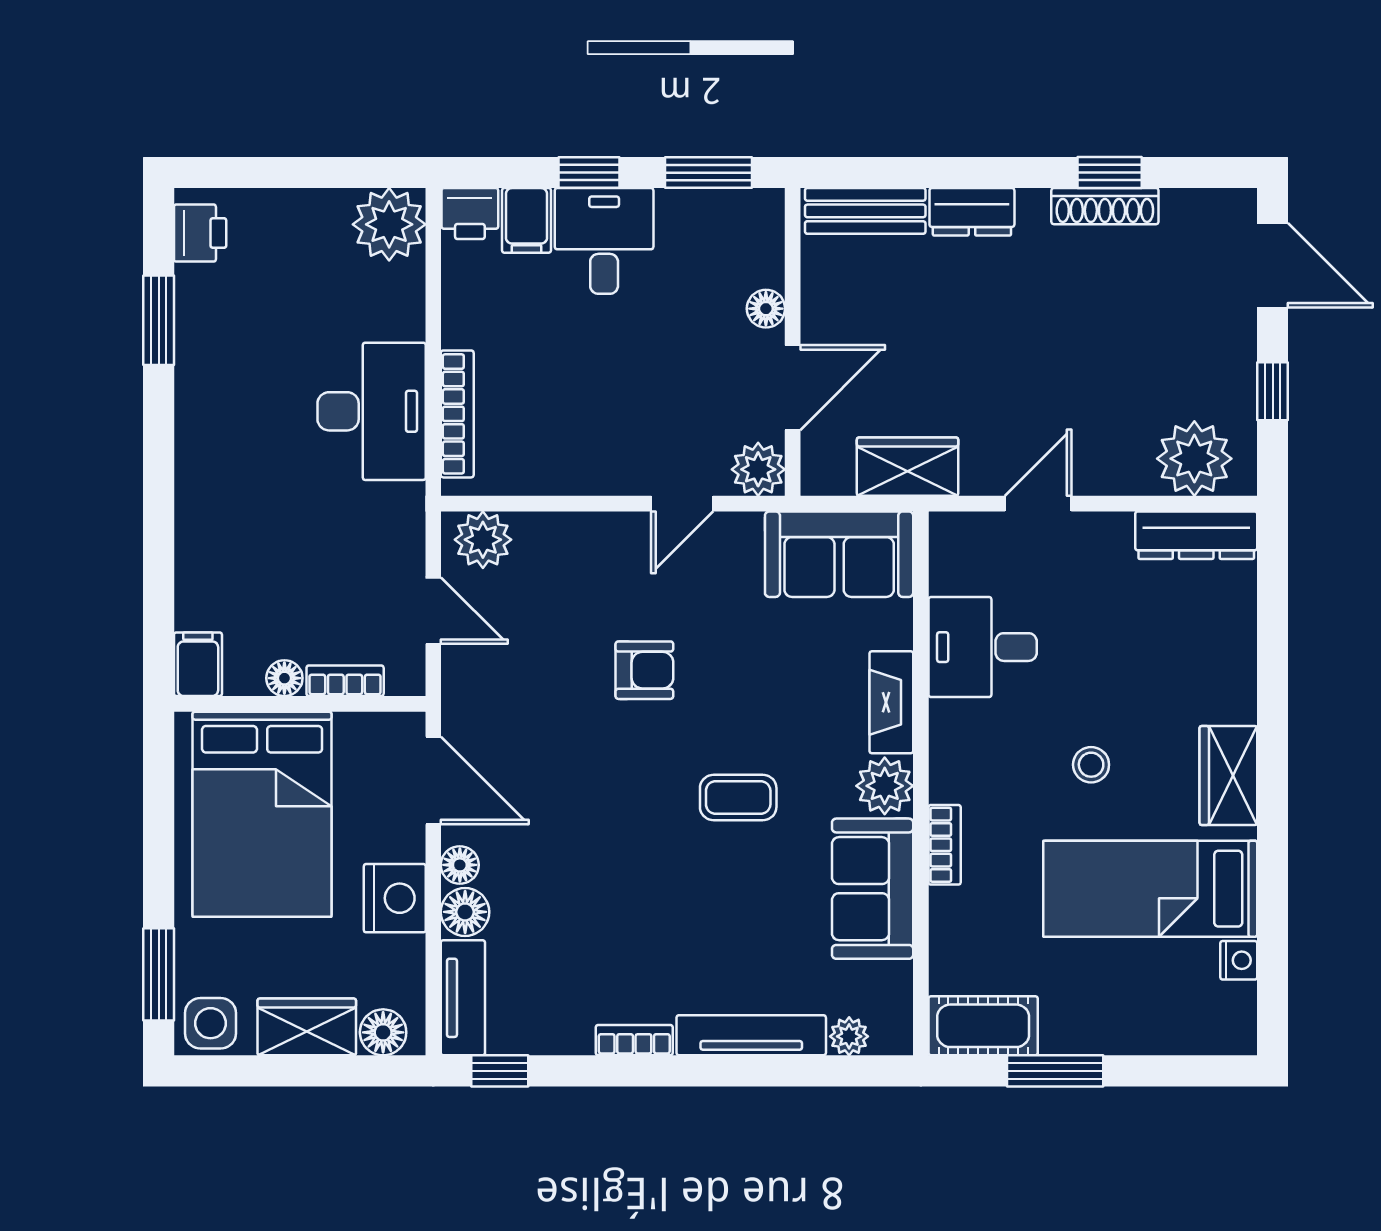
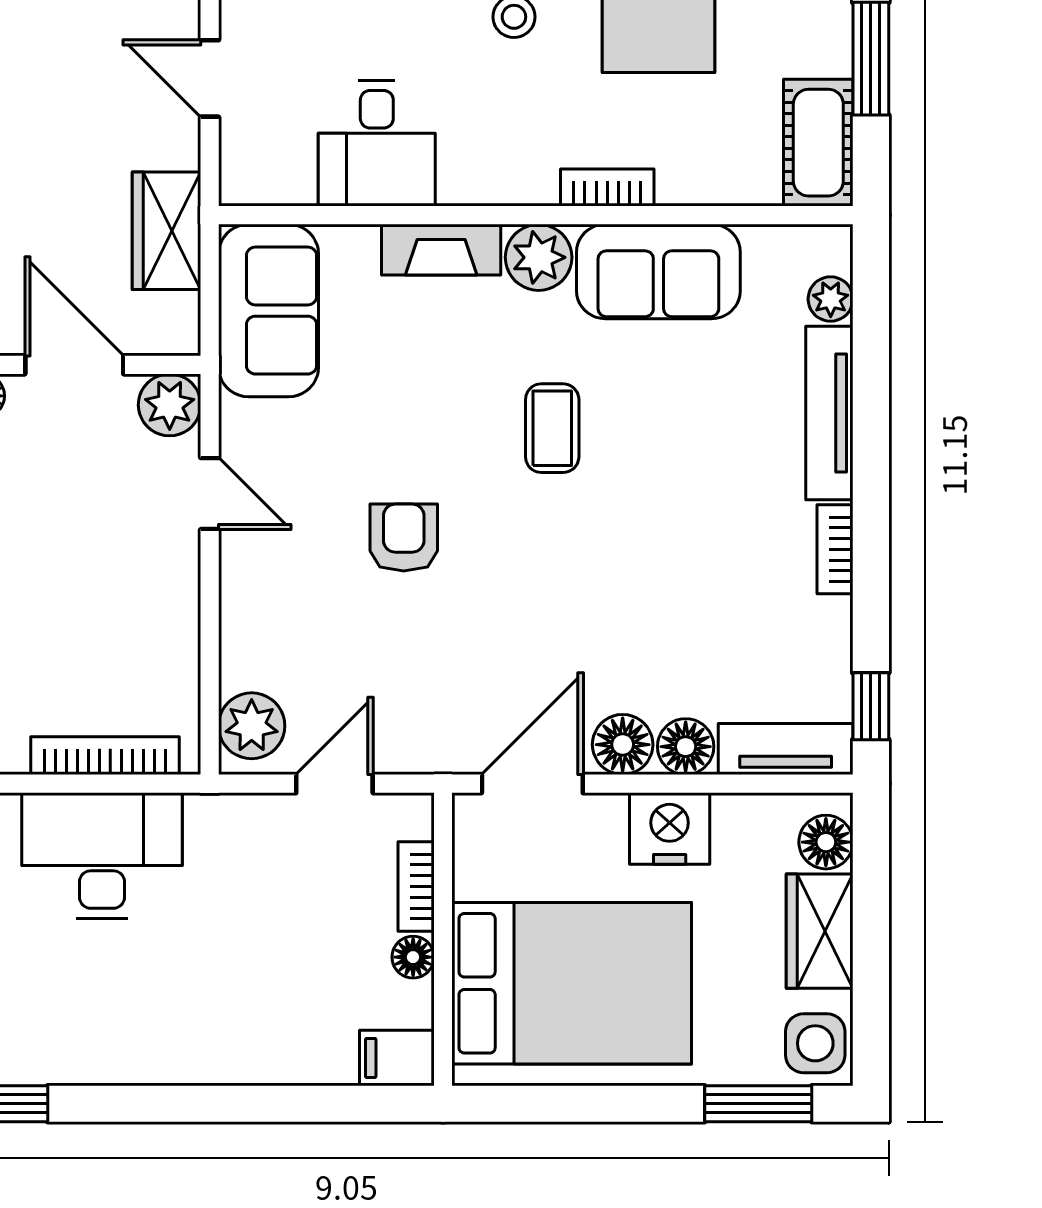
floor lamp: (460, 865) -> (623, 745), width x1.37, depth x1.37

